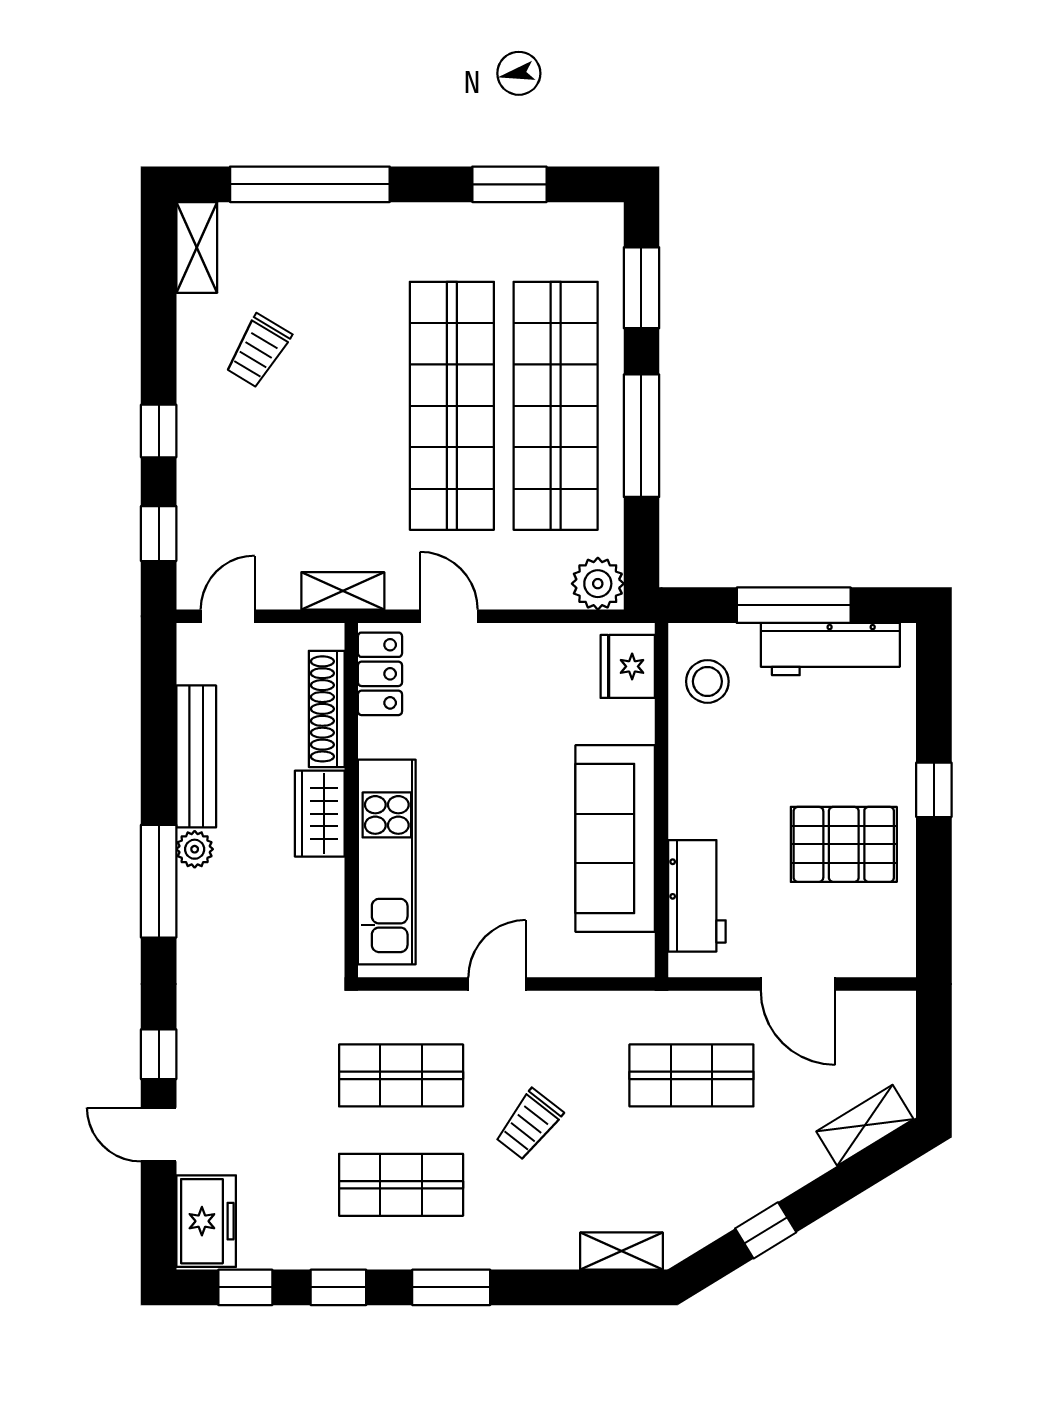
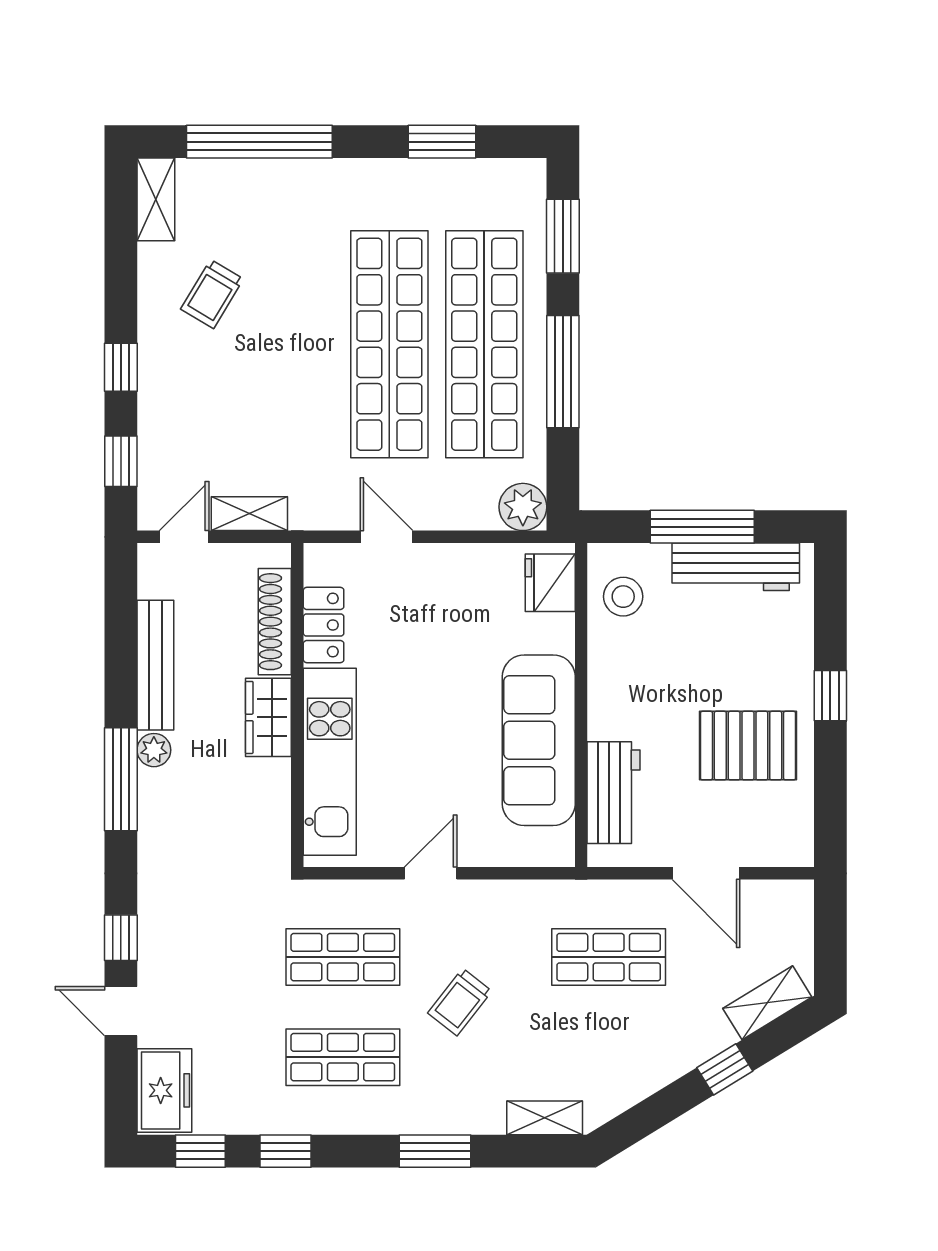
shelving: (343, 591) -> (249, 514), moved
locker: (380, 674) -> (324, 625), moved
window: (766, 1230) -> (725, 1069), moved
window: (451, 1287) -> (435, 1151), moved

